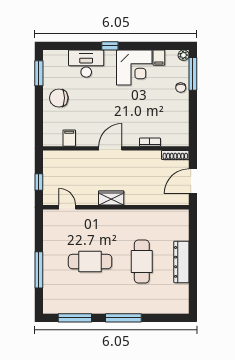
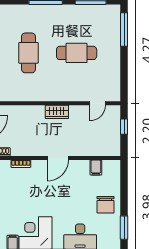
chair: (59, 98) -> (106, 205), turned 90
door: (67, 207) -> (98, 103), hinge flipped
window: (39, 270) -> (124, 29), moved

